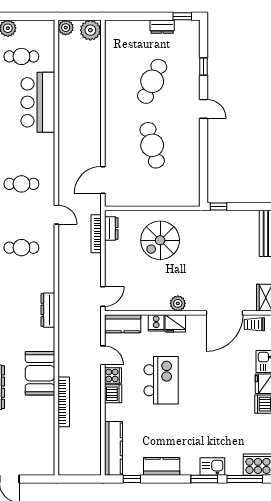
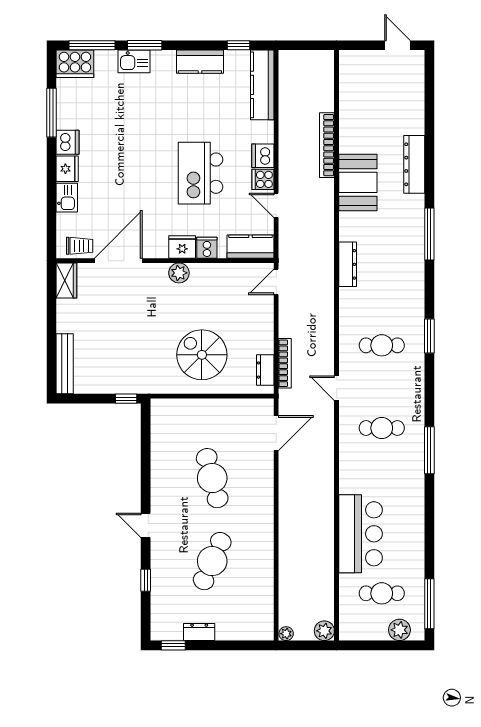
plant: (90, 30) -> (286, 634), width x0.53, depth x0.53
spiral stairs: (160, 240) -> (202, 355), turned -90

